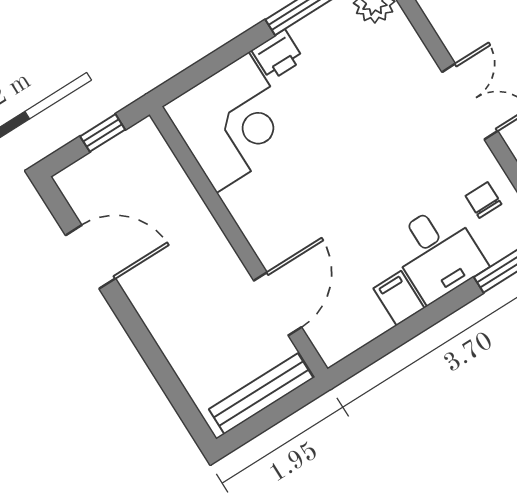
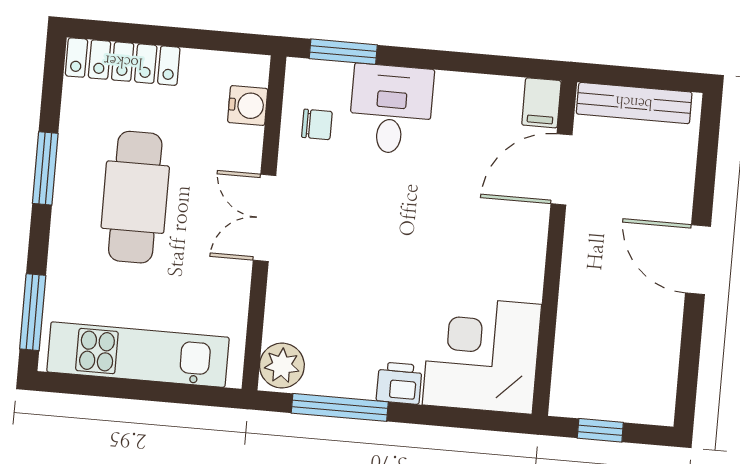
chair: (483, 200) -> (317, 124), turned -90
door: (90, 257) -> (698, 260), moved
filing cabinet: (399, 298) -> (541, 103), moved

